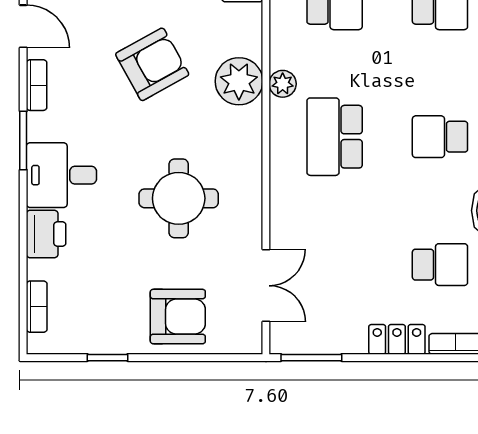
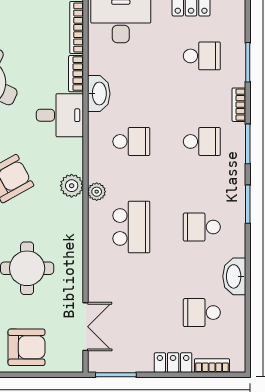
plant: (239, 81) -> (72, 186), width x0.73, depth x0.73
school desk: (335, 137) -> (131, 227), turned 180
school desk: (440, 265) -> (202, 313), turned 180

